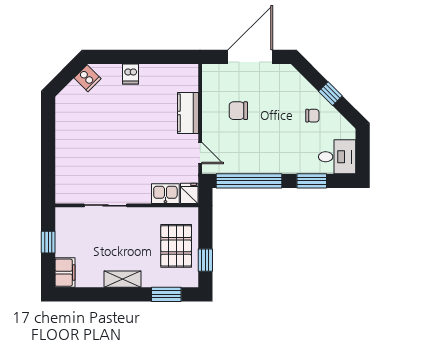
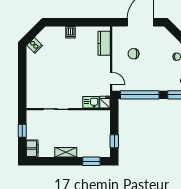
cooker: (87, 78) -> (35, 45), moved
kitchen counter: (188, 113) -> (104, 43), moved
pallet: (176, 246) -> (97, 133), removed

